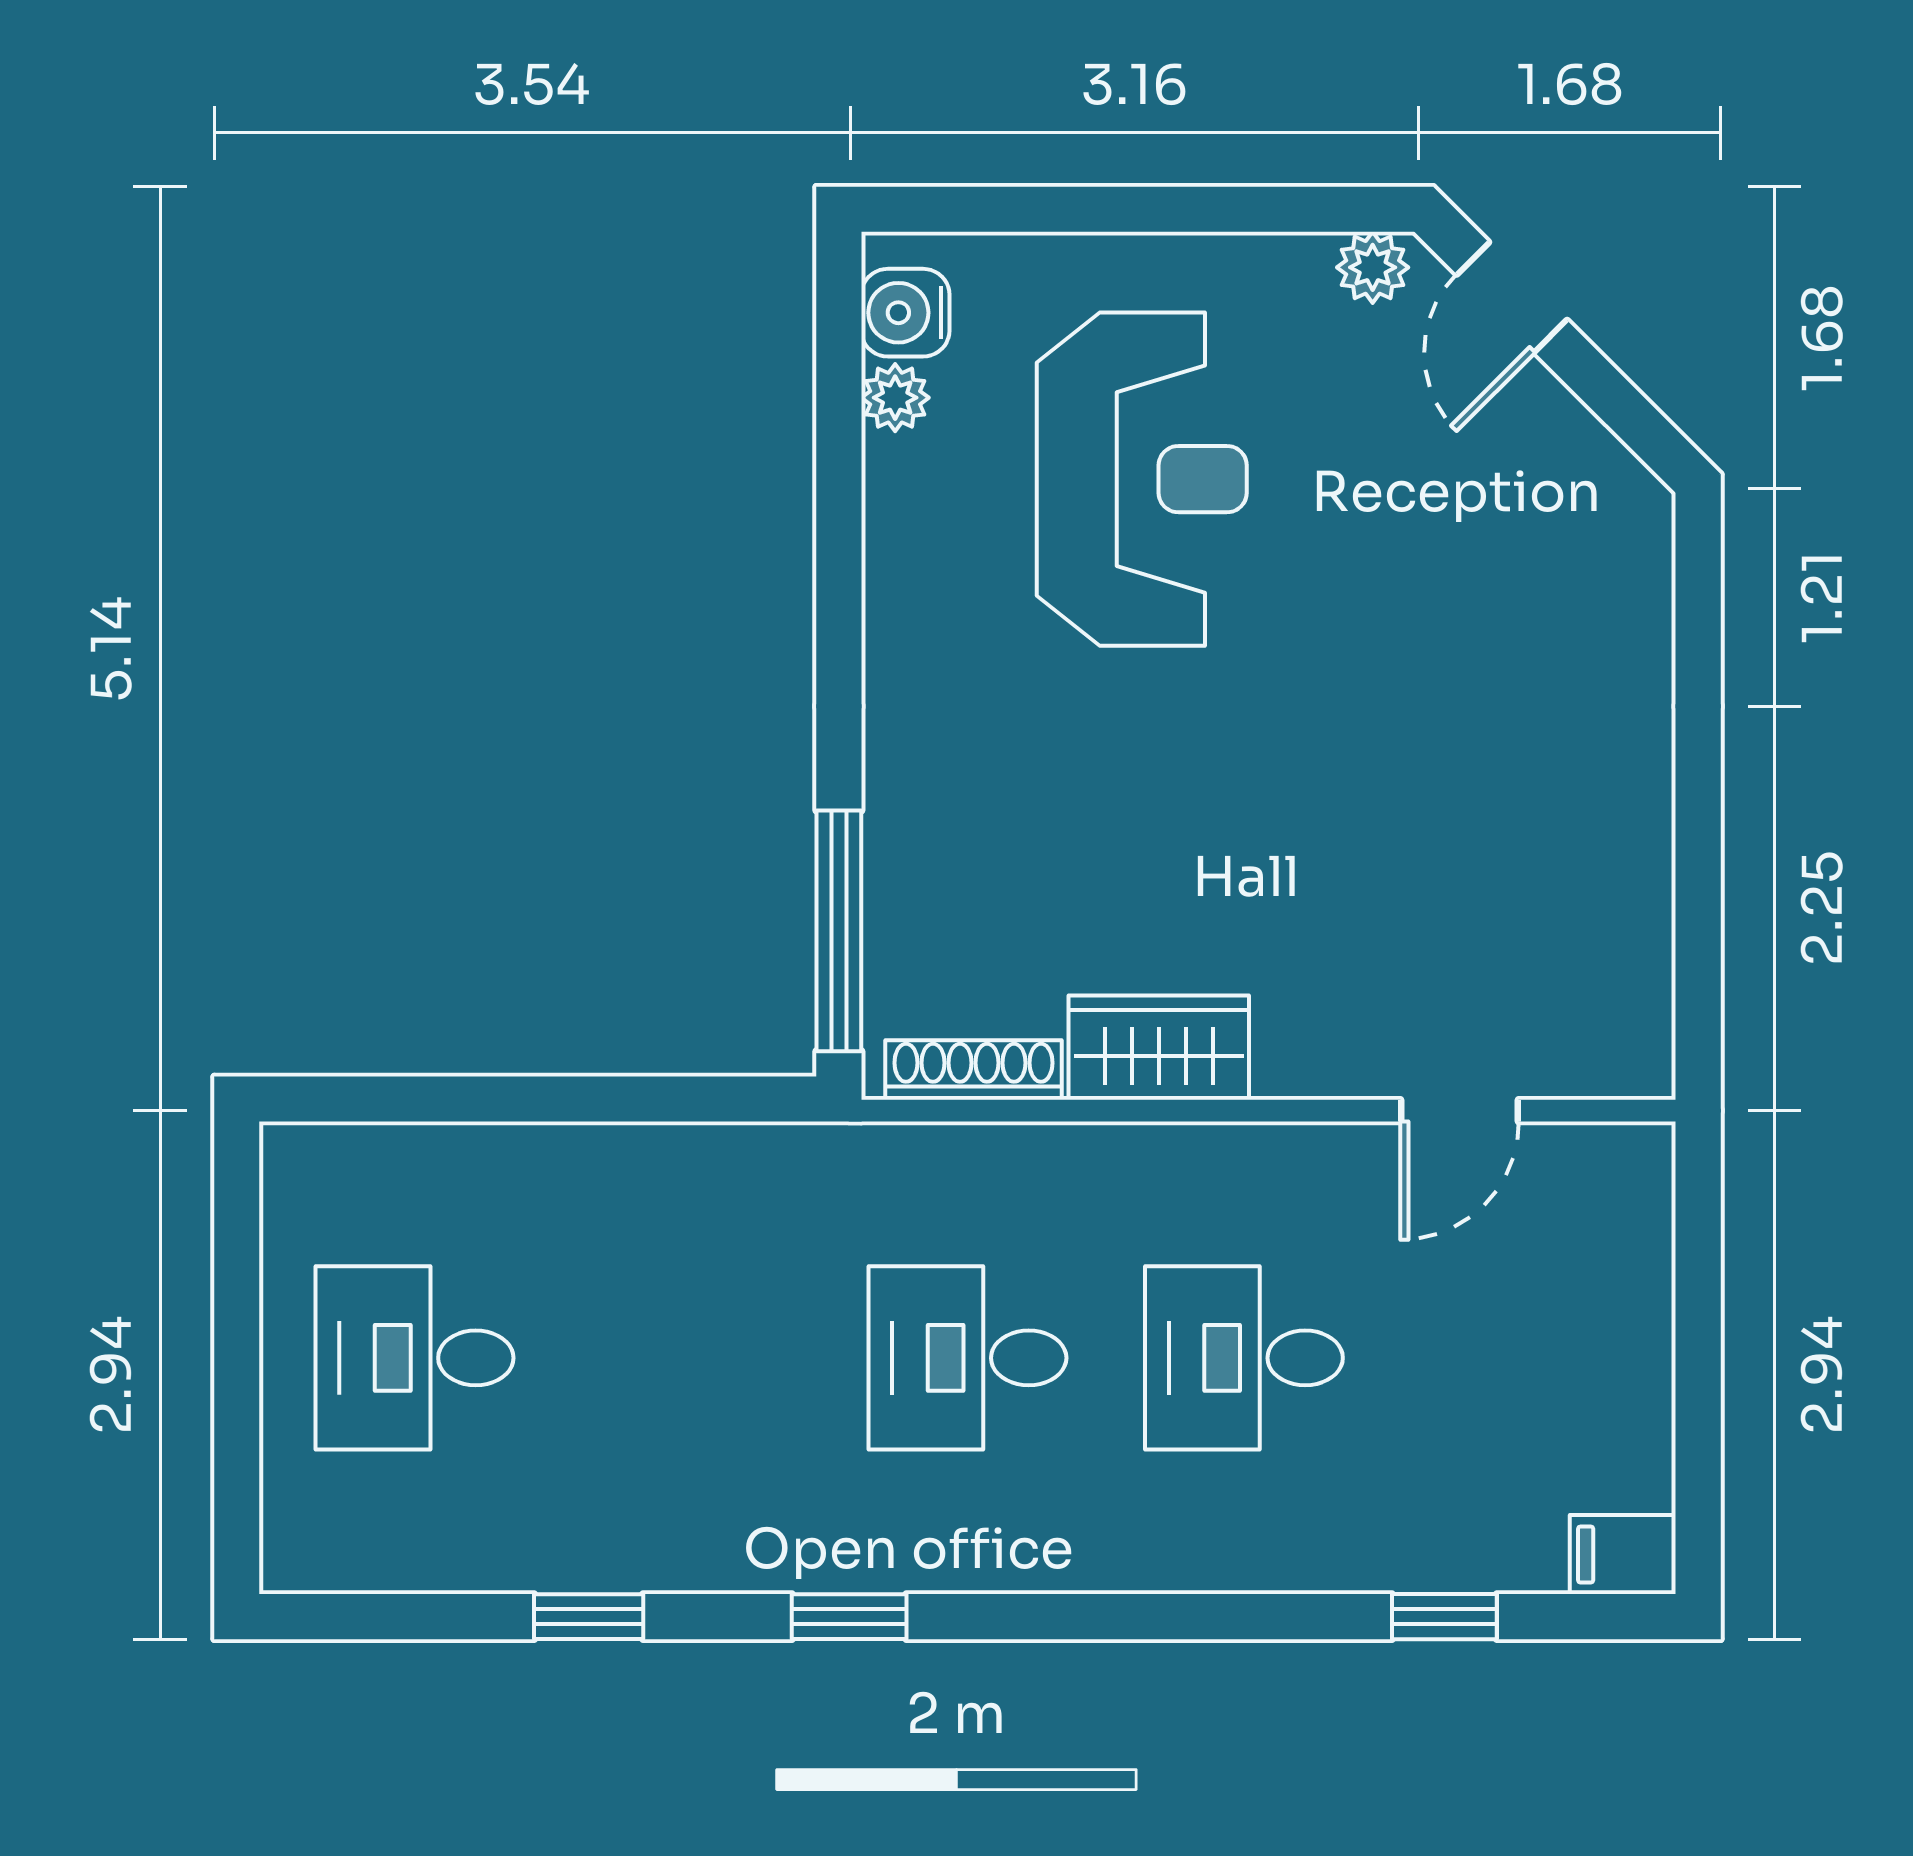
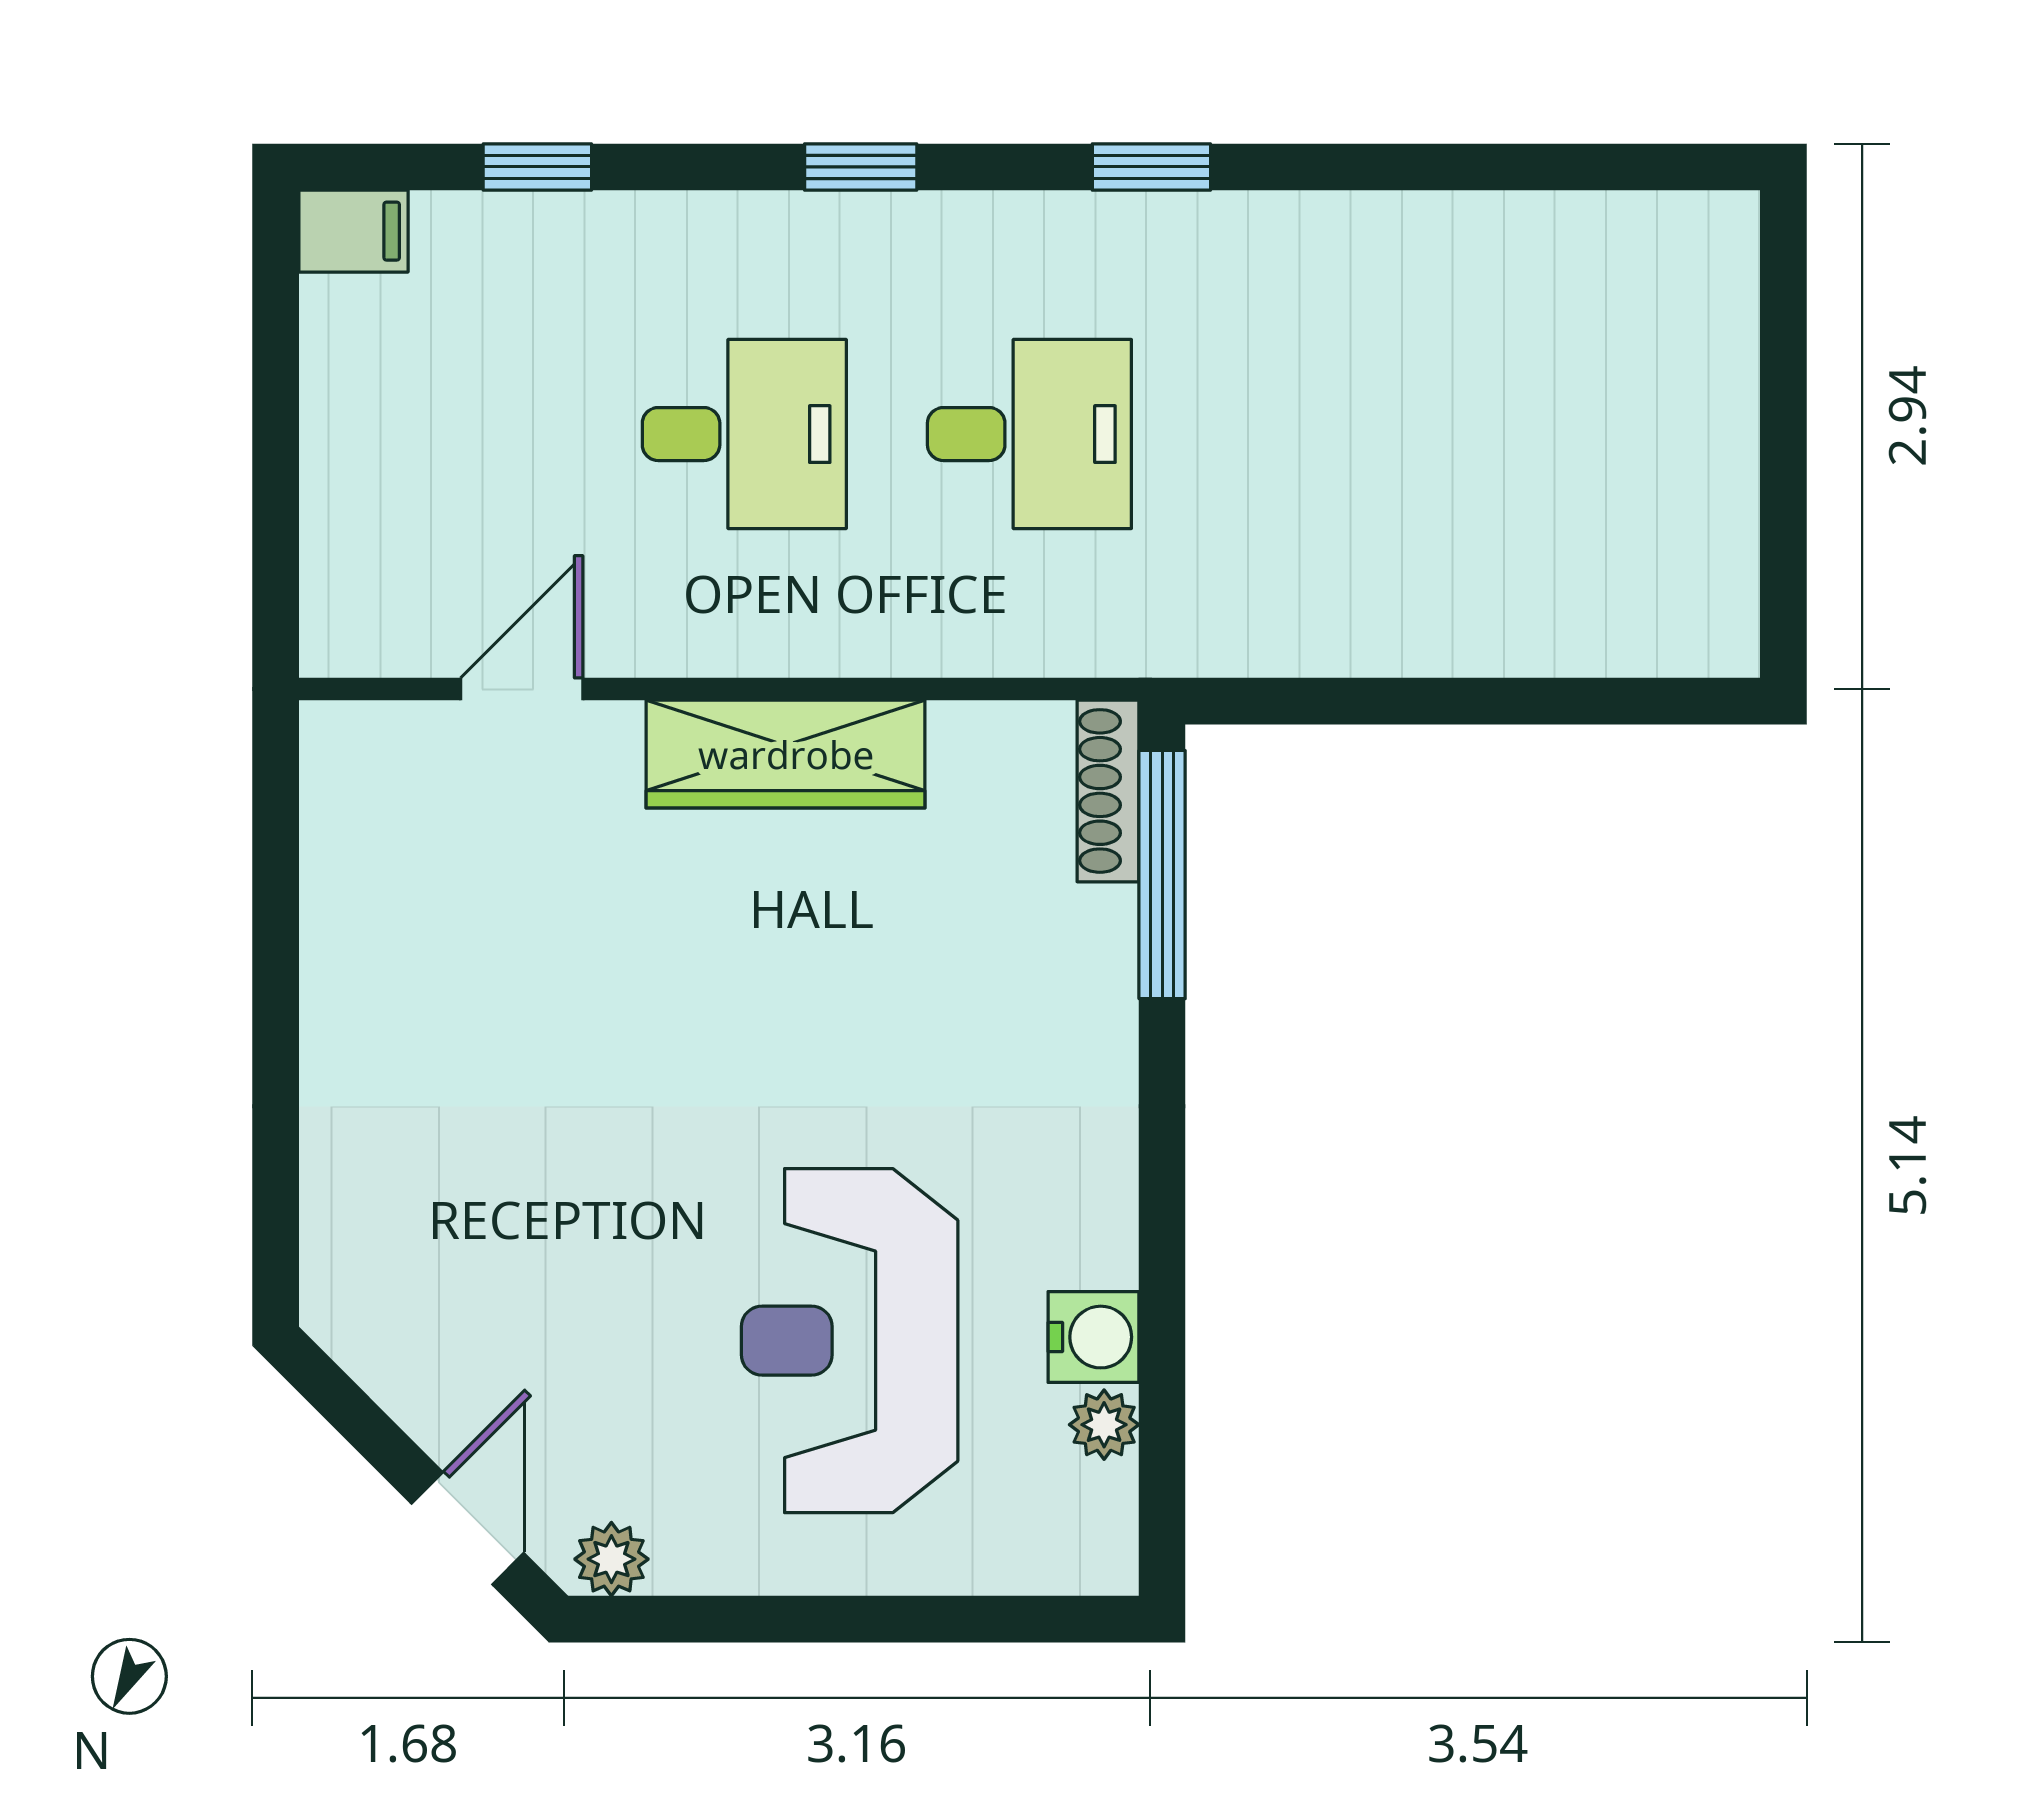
water cooler: (905, 313) -> (1093, 1337), moved
wardrobe: (1159, 1048) -> (786, 754), width x1.50
shoe rack: (973, 1070) -> (1108, 791), moved, turned 90
desk: (415, 1358) -> (1600, 434), removed
window: (589, 1617) -> (861, 167), moved

